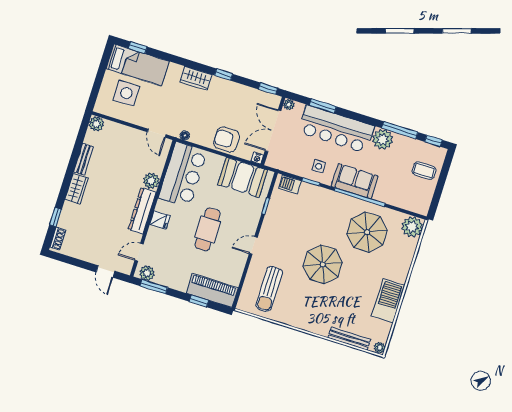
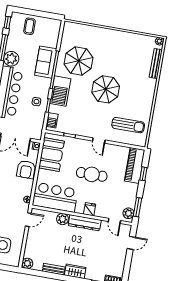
sofa: (355, 181) -> (46, 62), moved
plant: (412, 227) -> (70, 29), removed
barbecue: (388, 301) -> (60, 91), moved, turned -90

